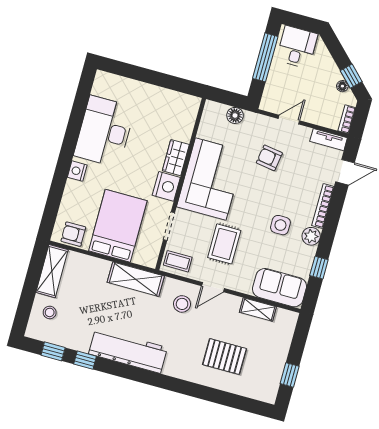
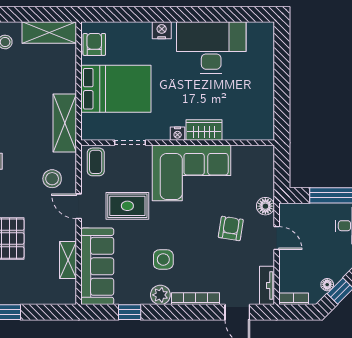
floor lamp: (235, 115) -> (265, 206), moved
nightstand: (166, 186) -> (178, 134), width x0.53, depth x0.56
sofa: (280, 288) -> (97, 266), width x1.36

